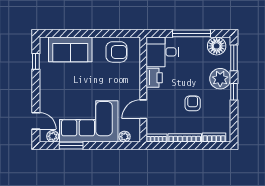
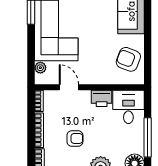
armchair: (116, 52) -> (128, 59), turned 111

